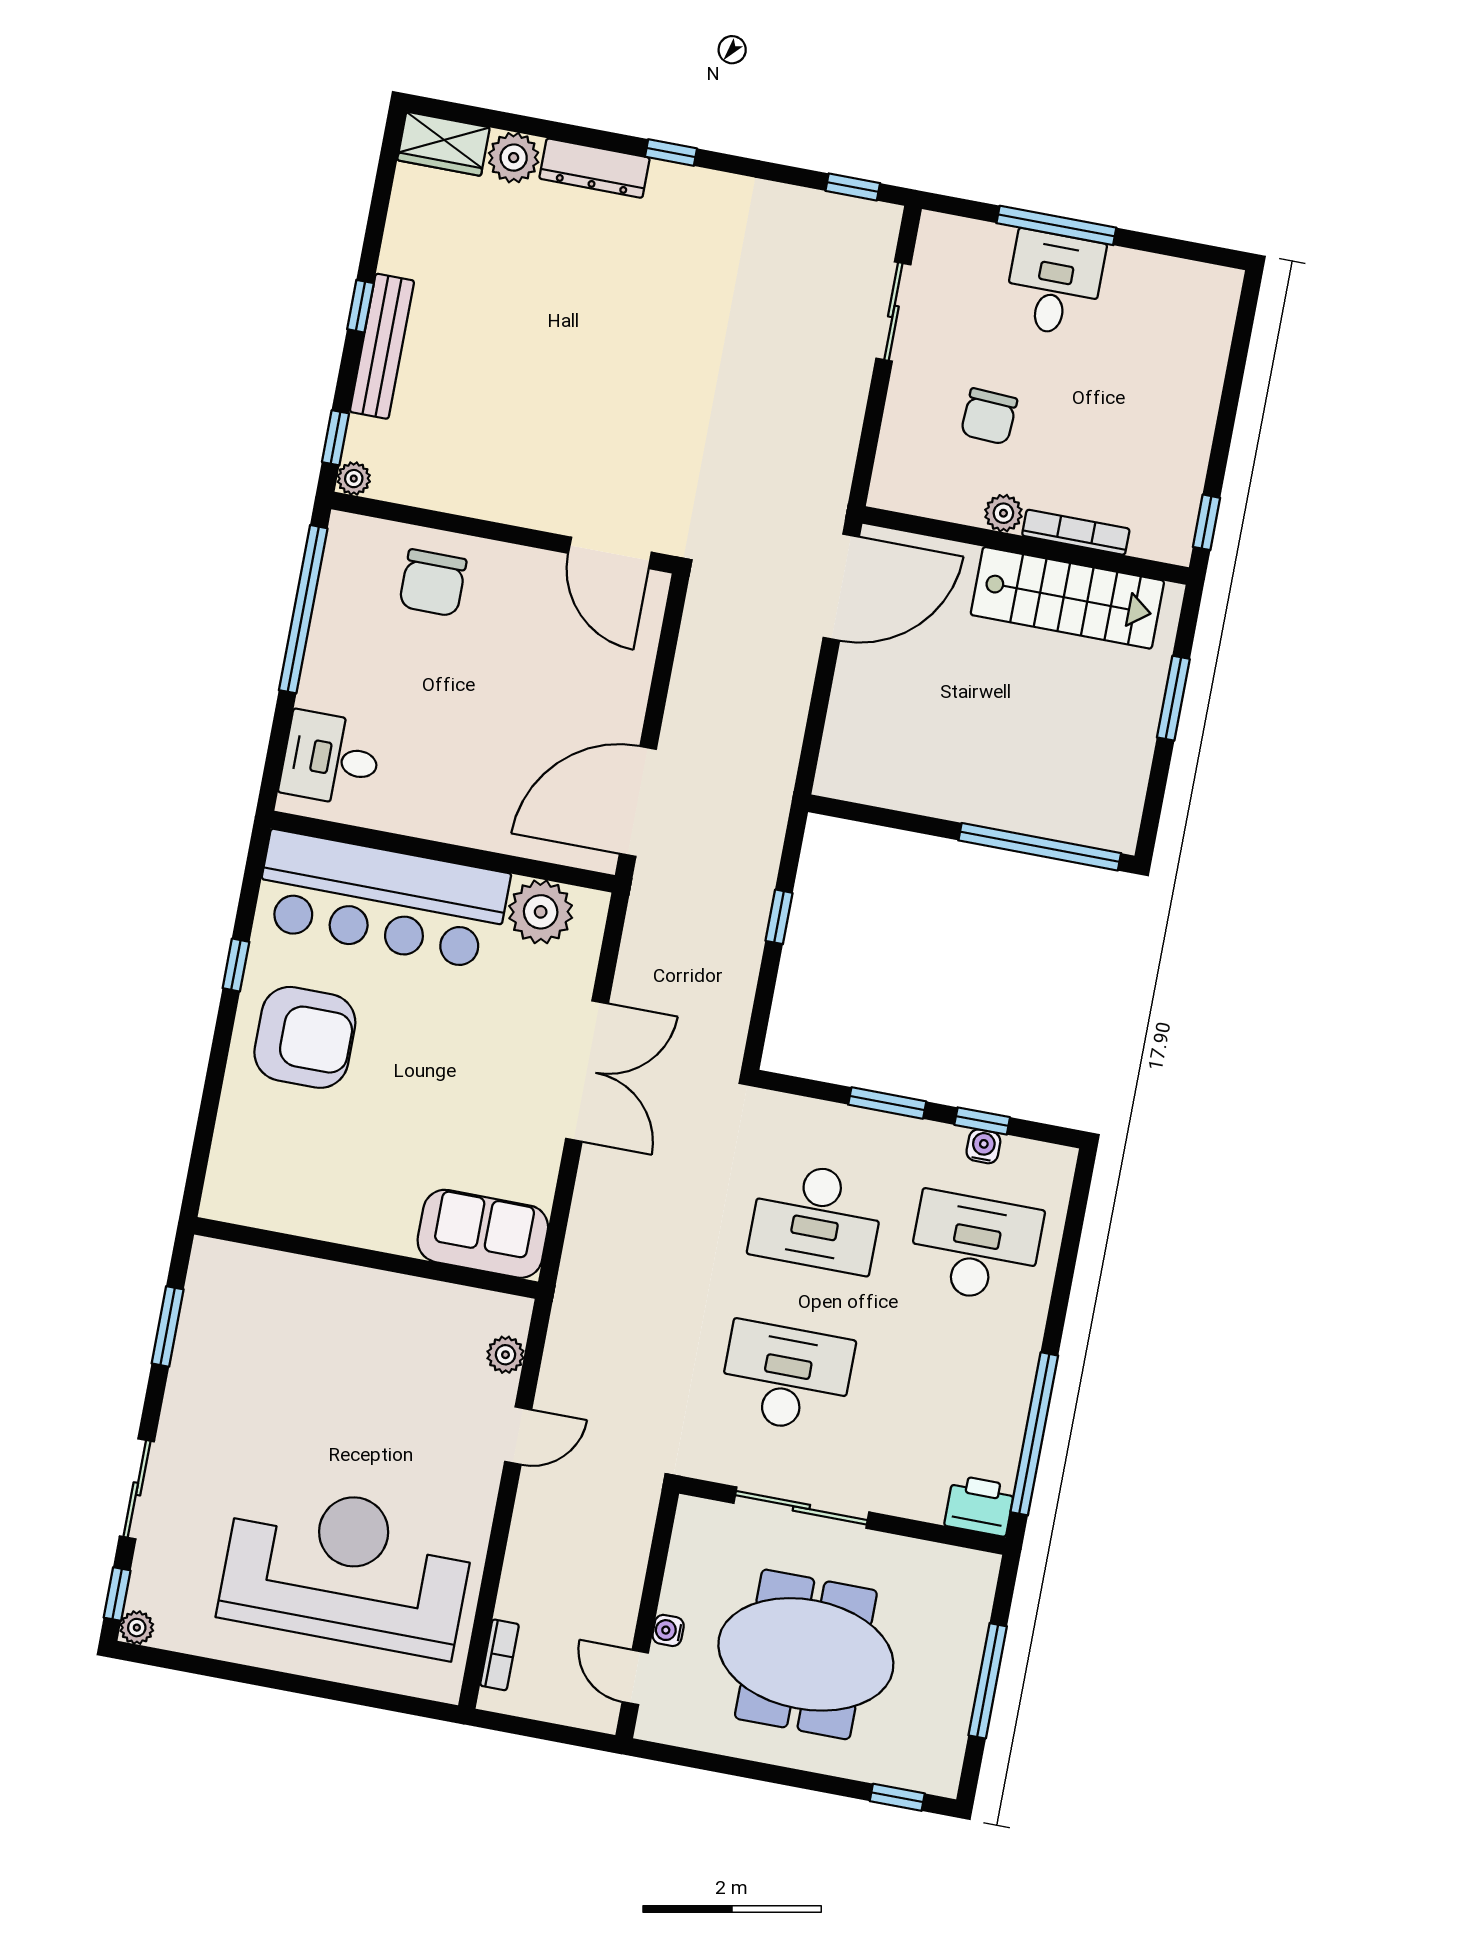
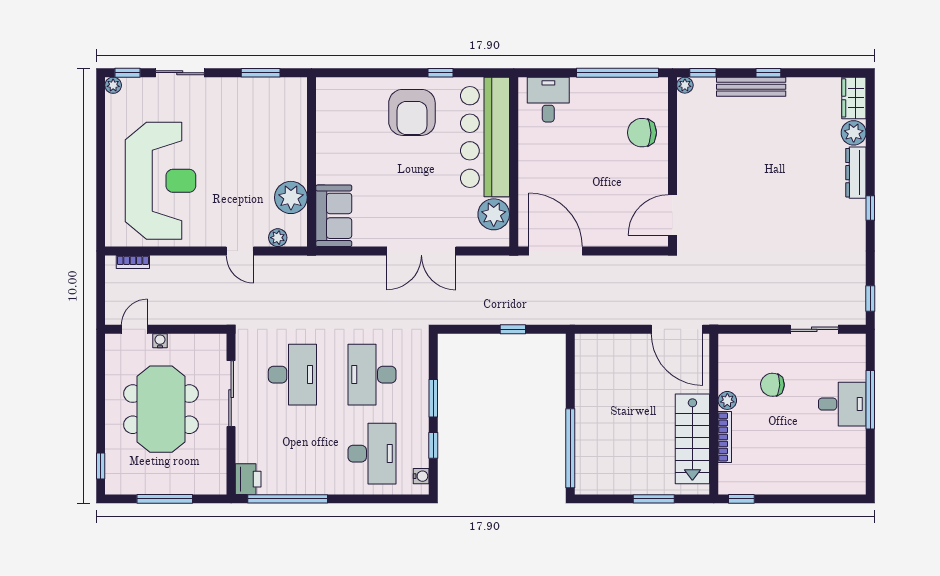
water cooler: (983, 1146) -> (421, 476), moved
plant: (430, 1313) -> (291, 197), added

